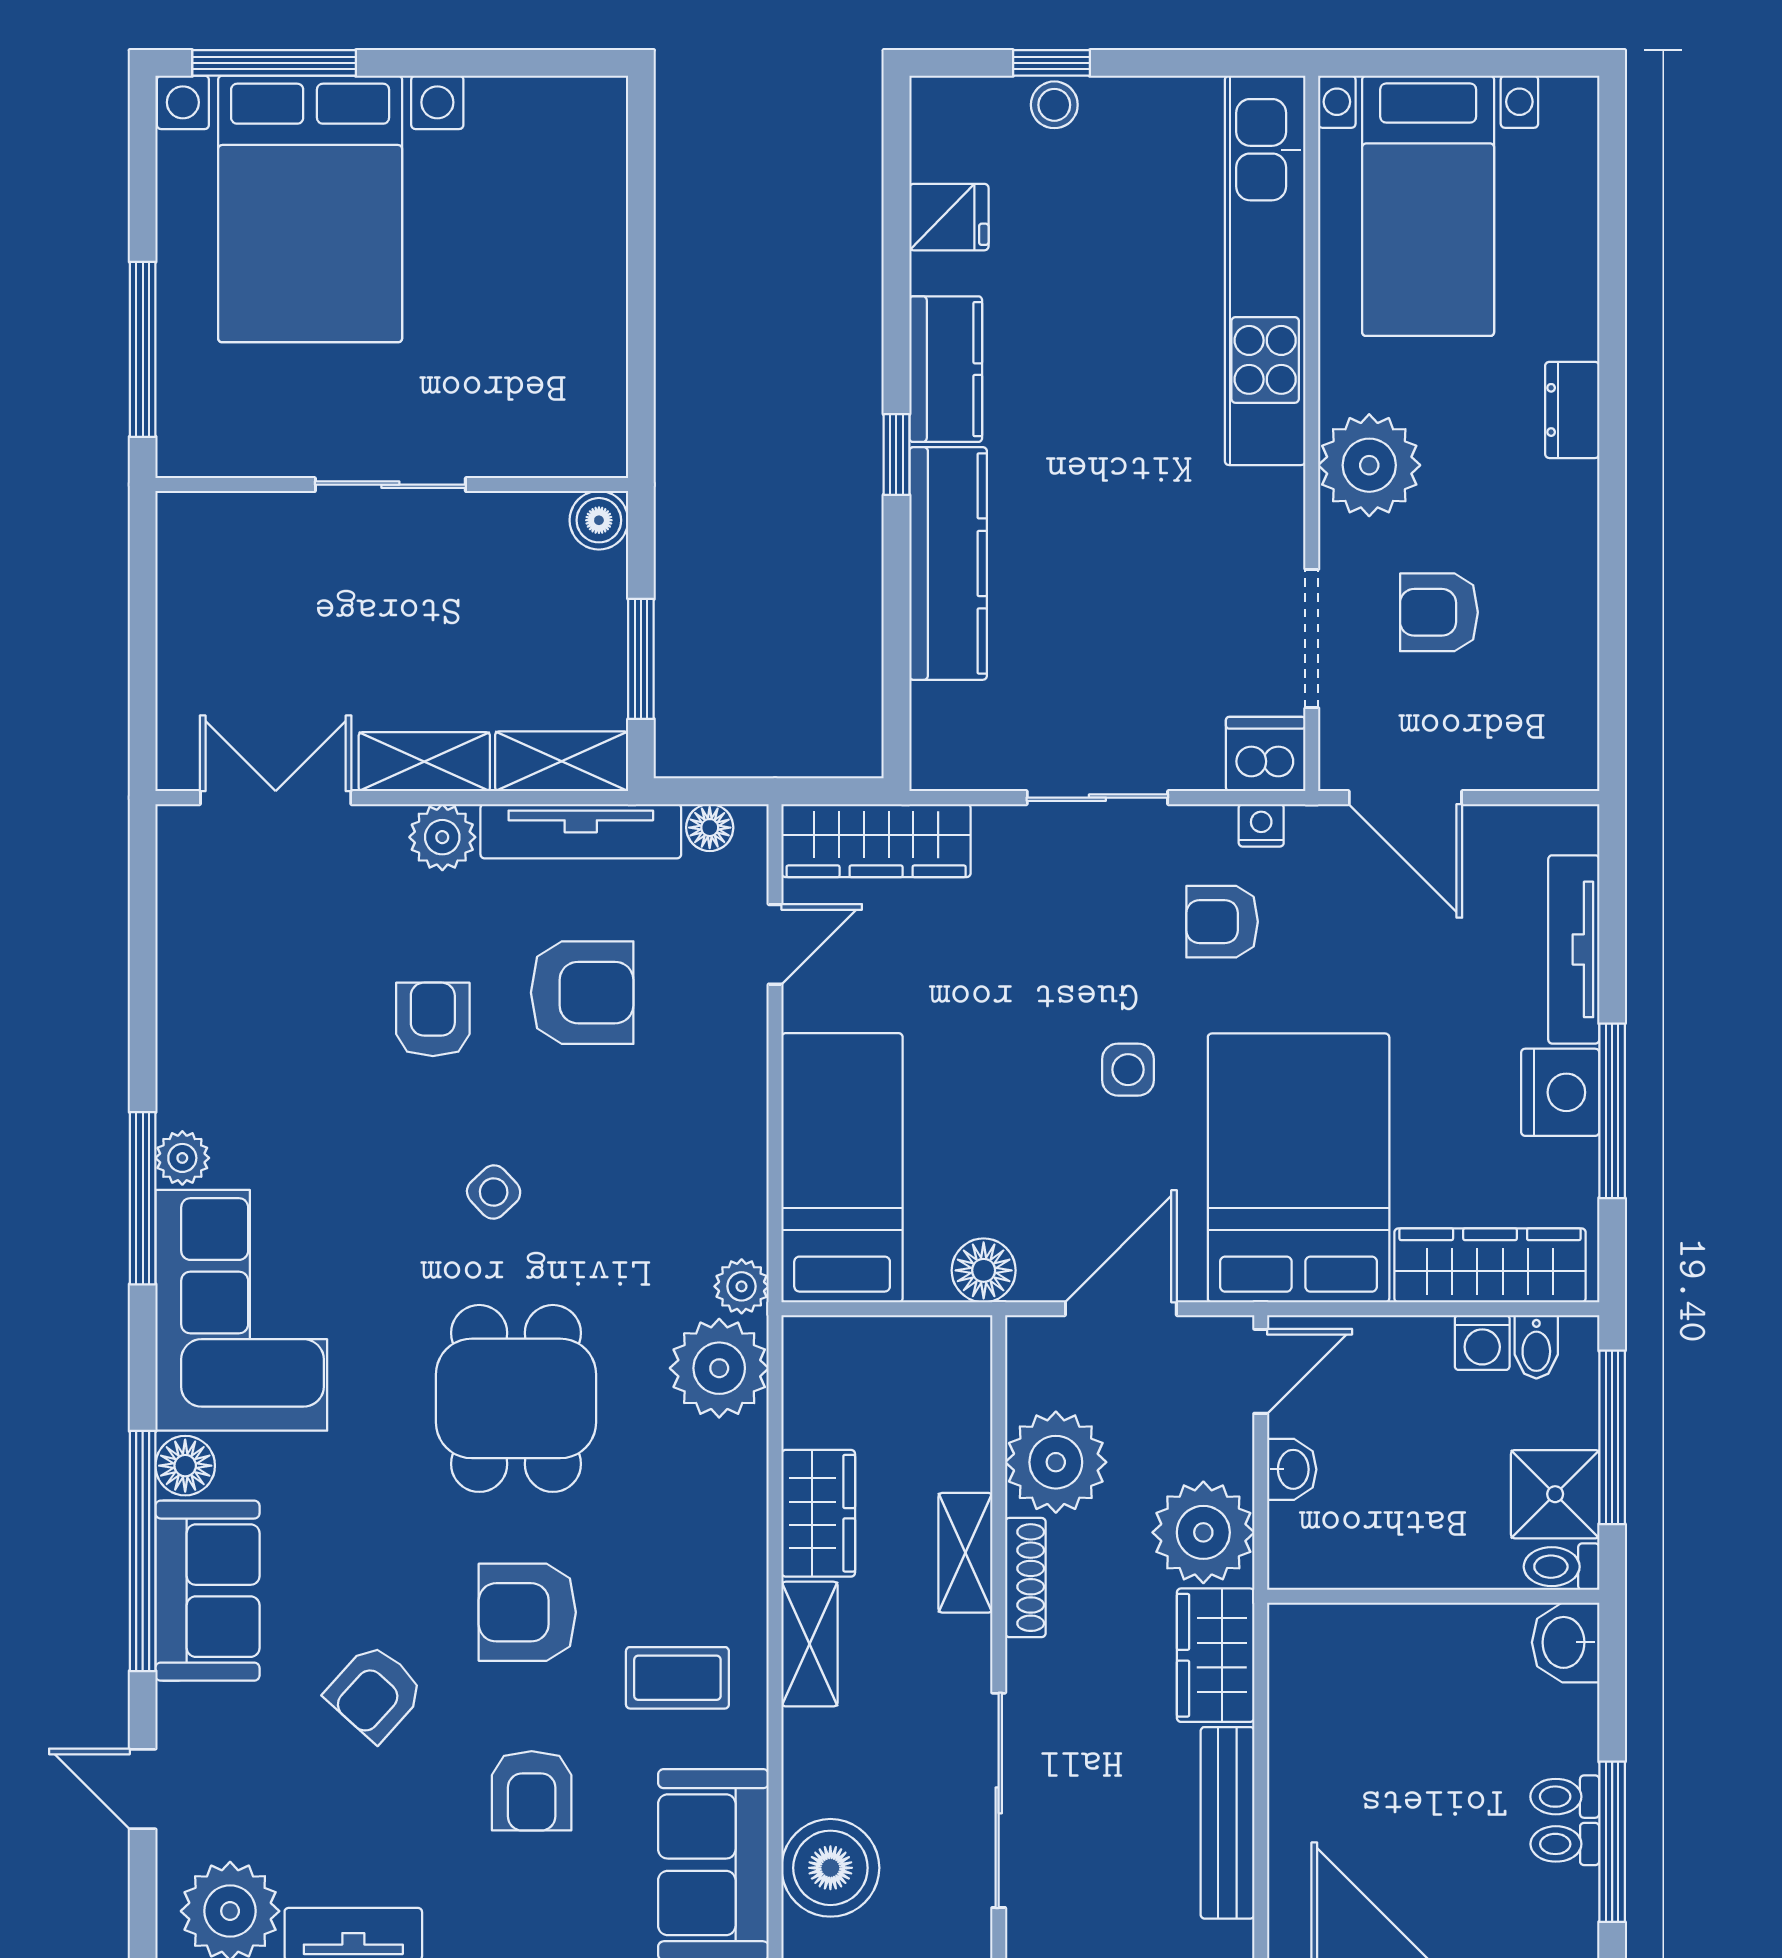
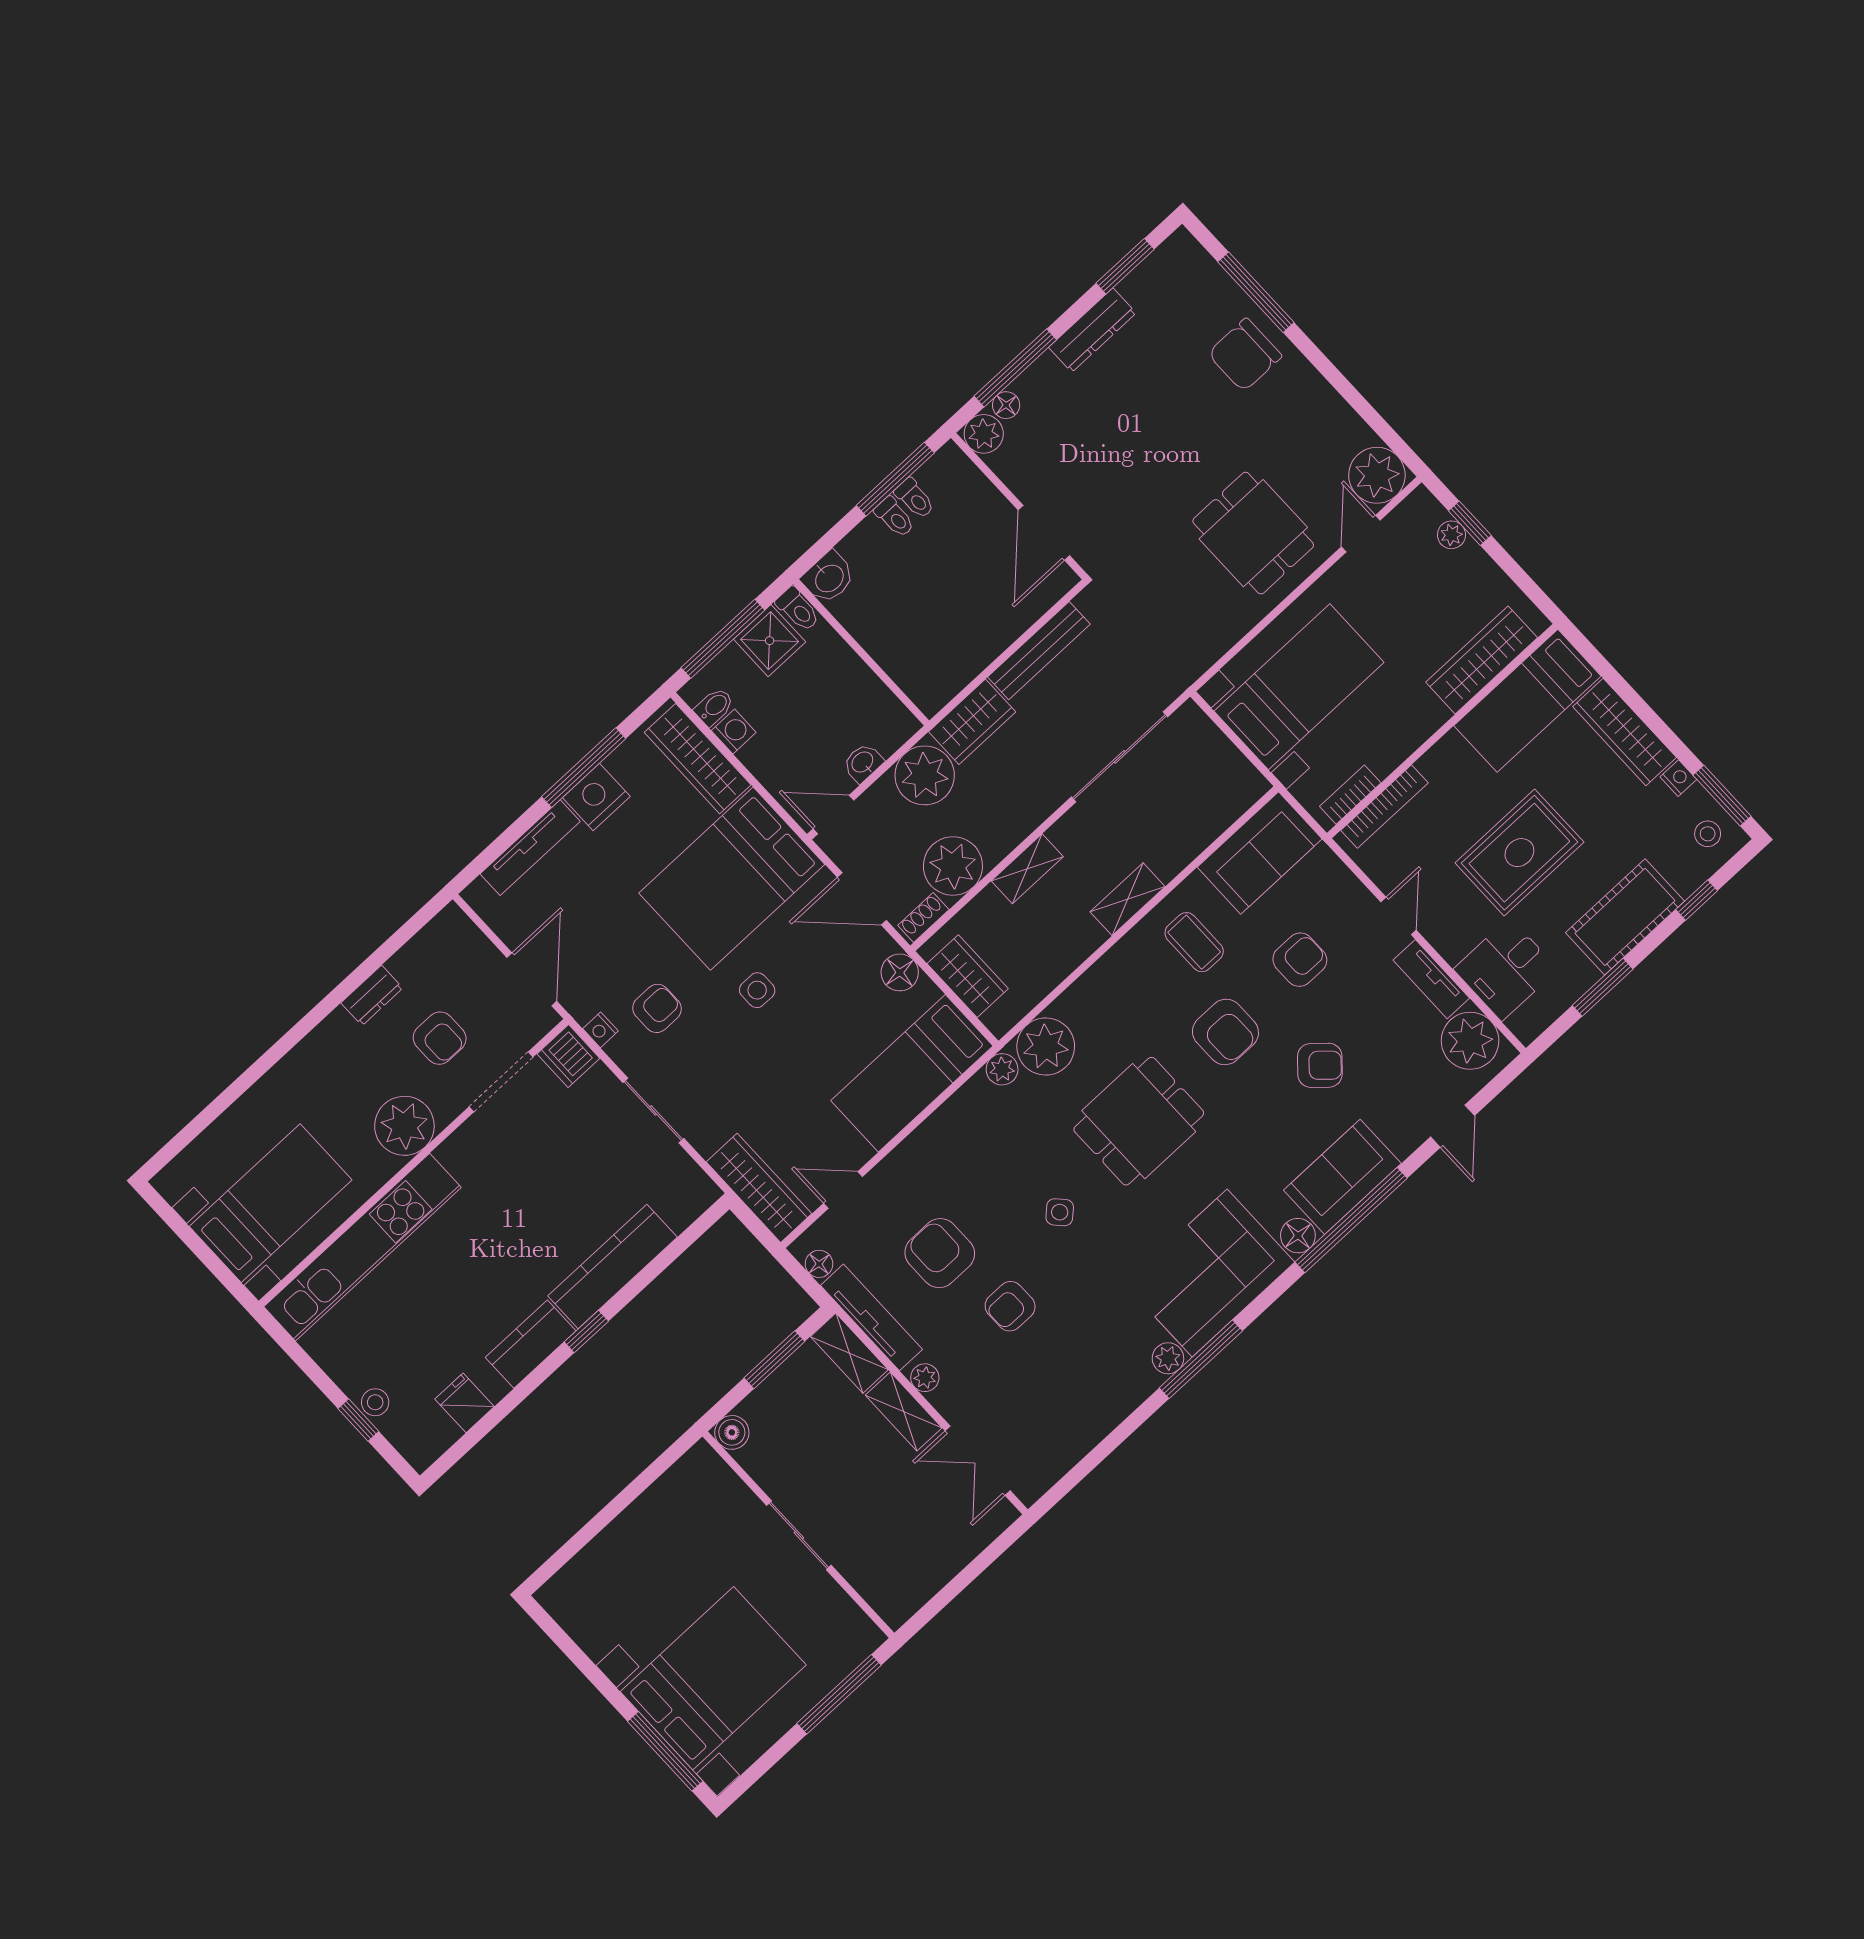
dresser: (1572, 410) -> (372, 995), moved
plant: (442, 837) -> (925, 1378), width x0.73, depth x0.73
armchair: (1222, 922) -> (657, 1008), turned -90
wardrobe: (818, 1513) -> (968, 976), moved, turned 90
shoe rack: (1025, 1578) -> (923, 917), moved, width x0.70
boiler: (830, 1868) -> (1215, 802), removed

